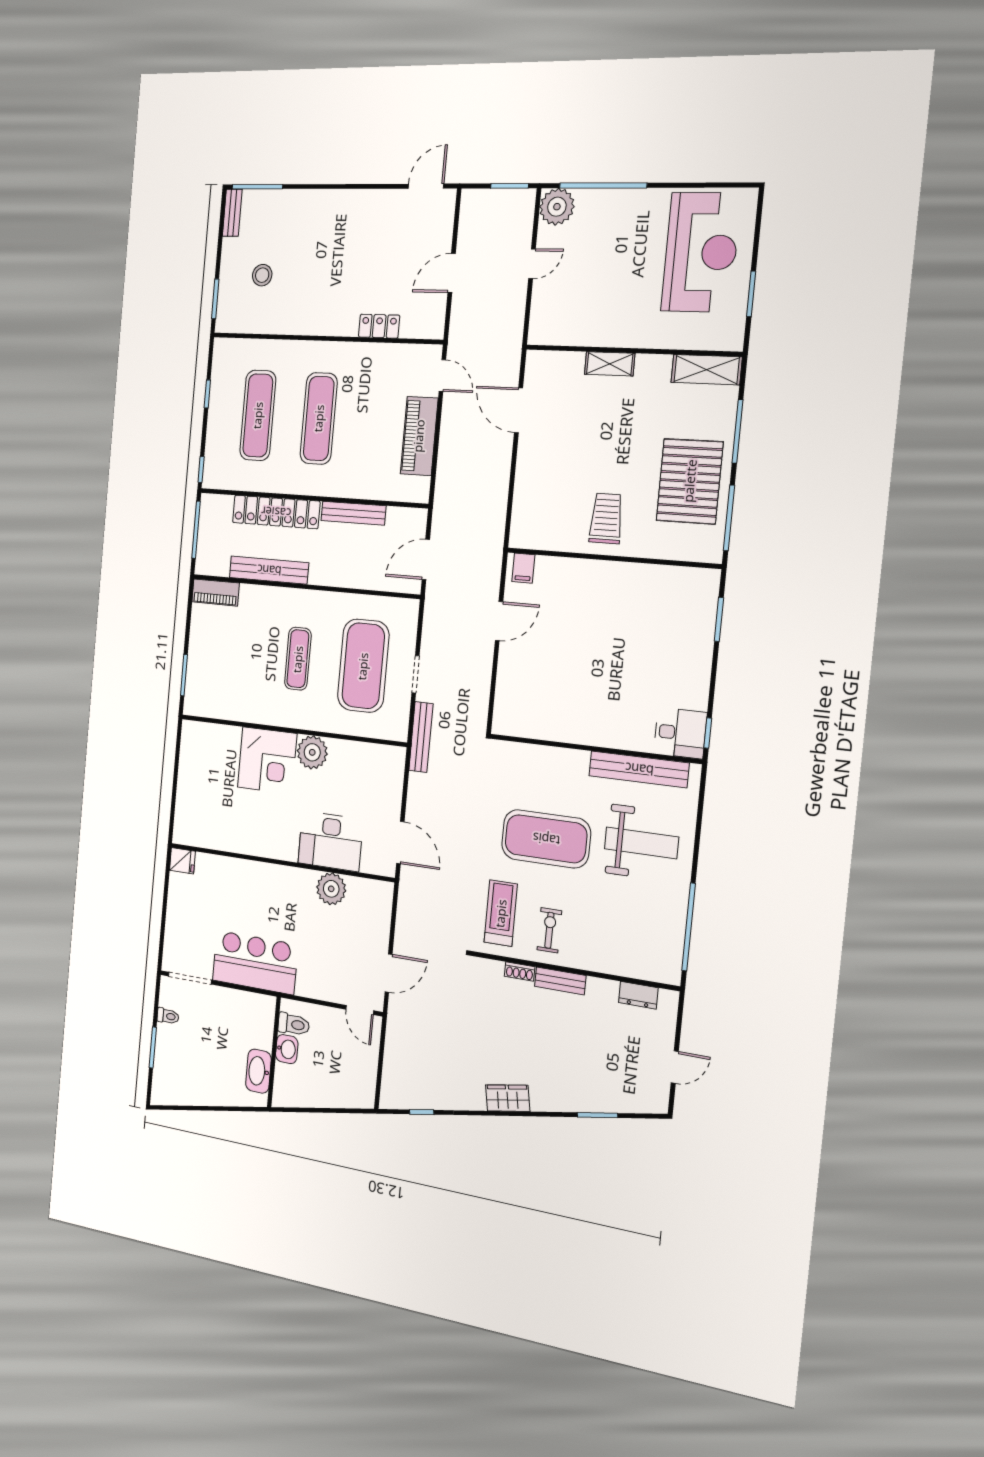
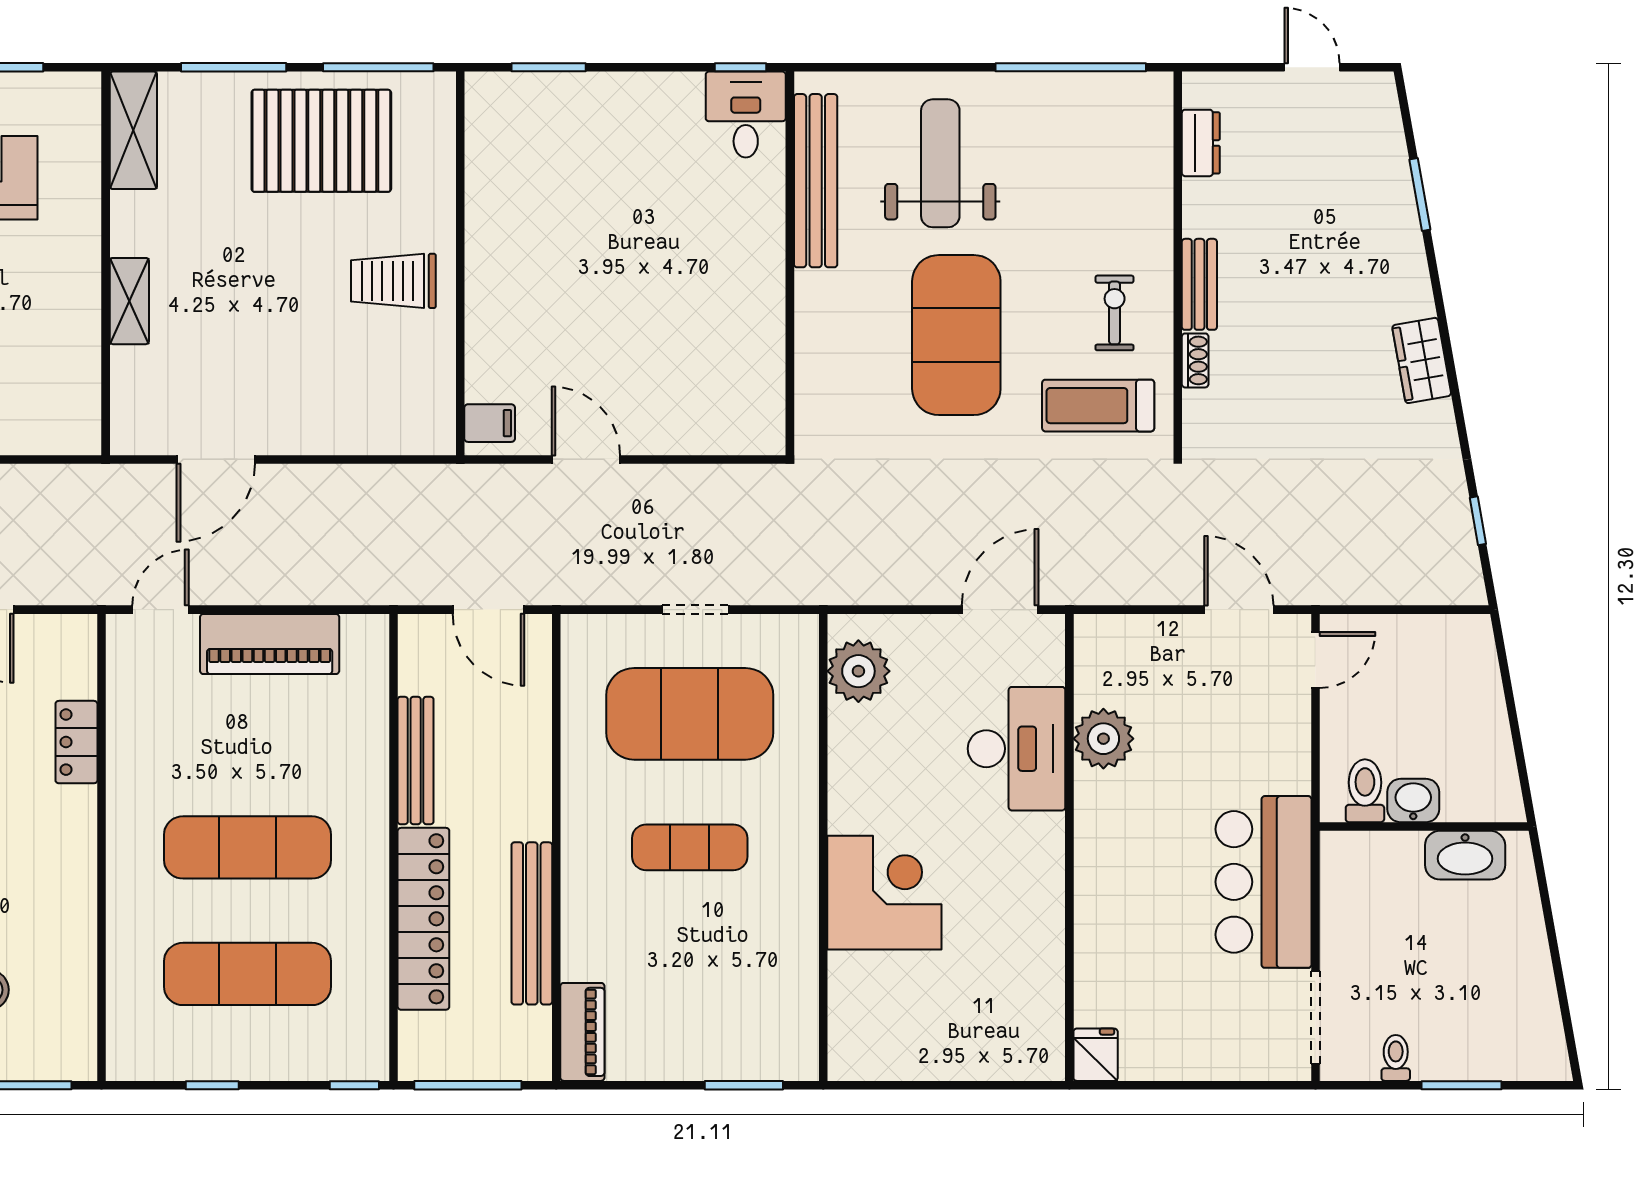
bench: (421, 737) -> (806, 588), removed
plant: (312, 752) -> (858, 671), moved
exercise bike: (549, 930) -> (1115, 313), turned 90

